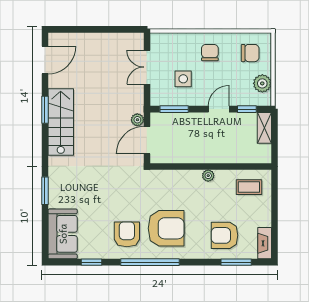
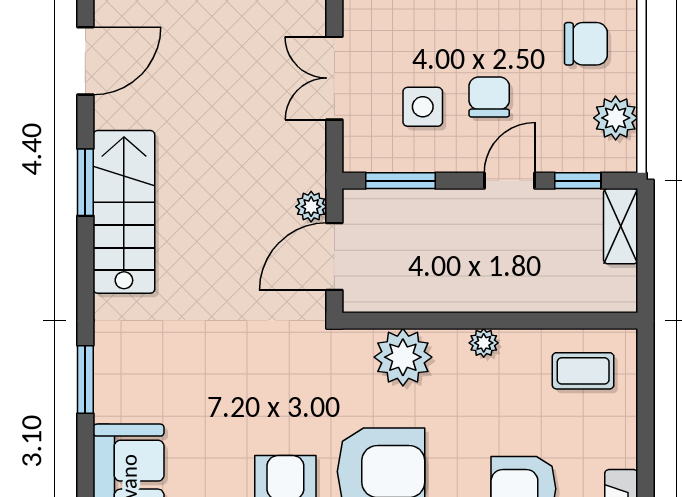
chair: (210, 53) -> (489, 97), moved
plant: (175, 181) -> (403, 357), added

